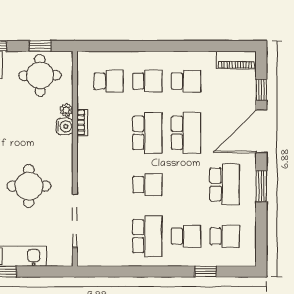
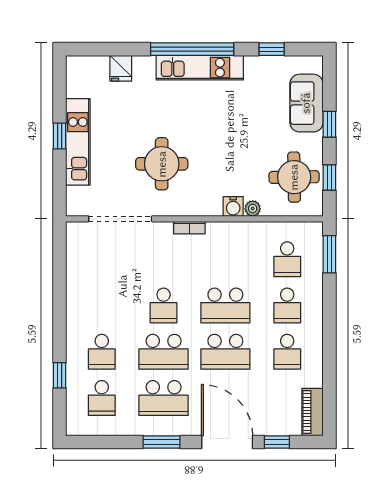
window: (104, 46) -> (329, 254), added
bookcase: (82, 123) -> (189, 228), moved
school desk: (147, 236) -> (164, 352), moved

